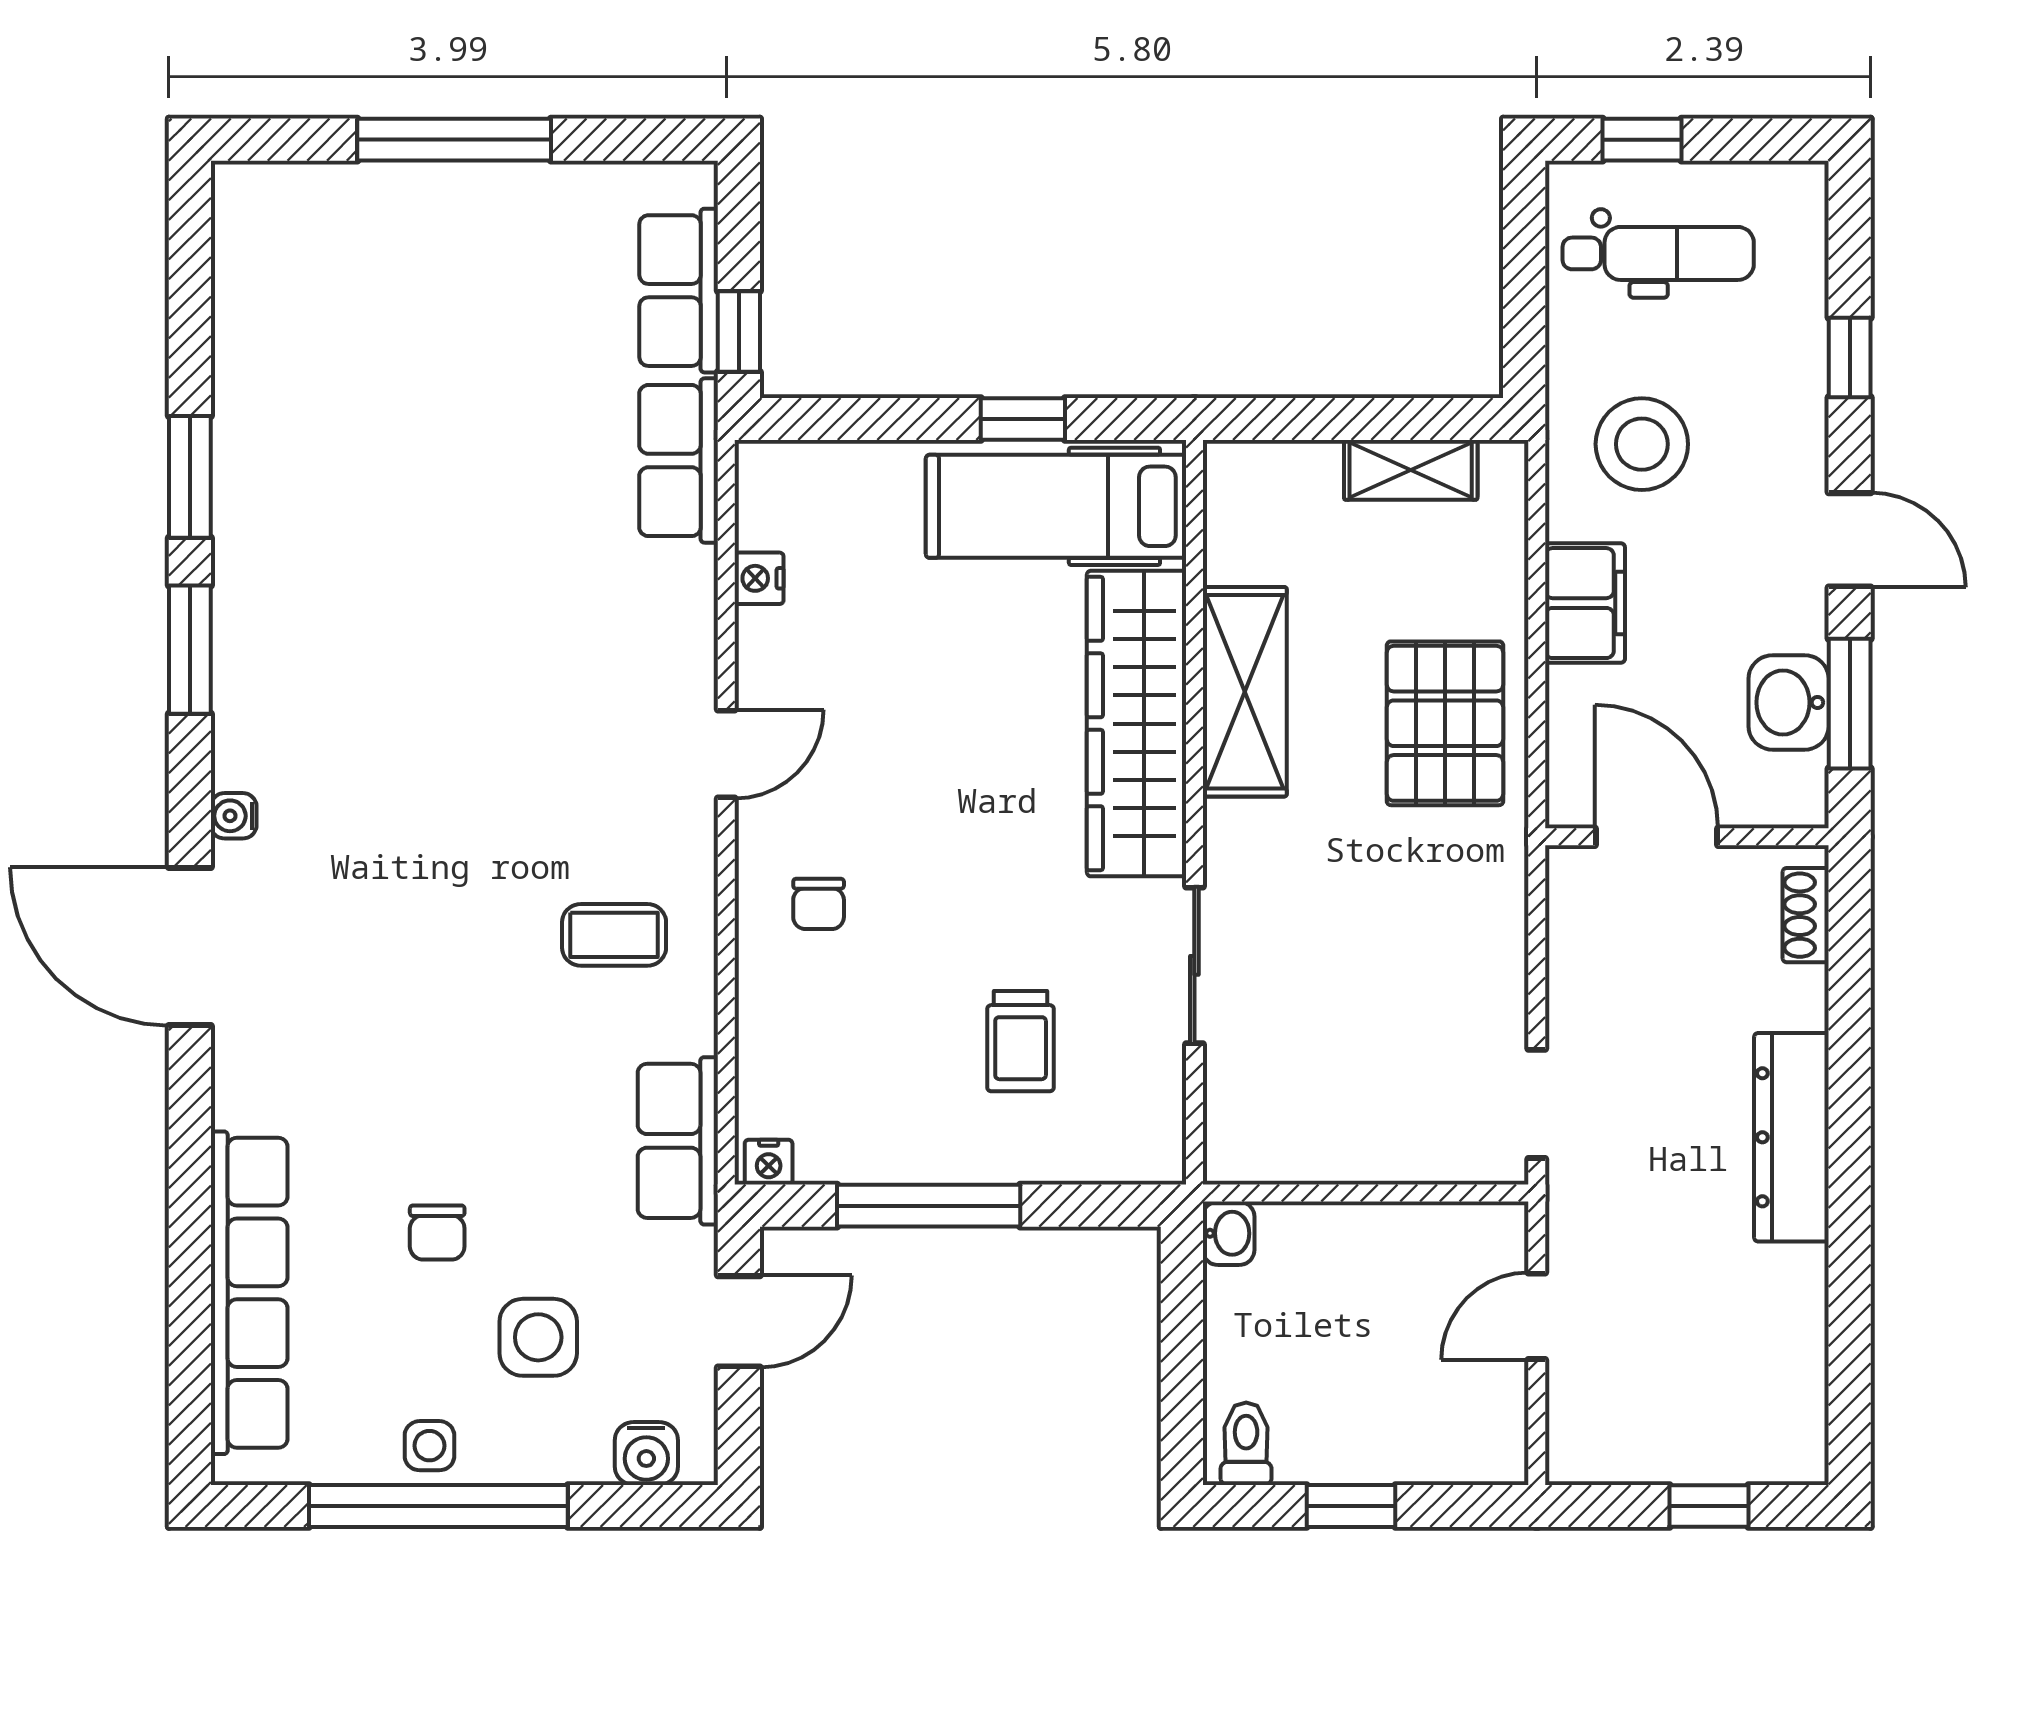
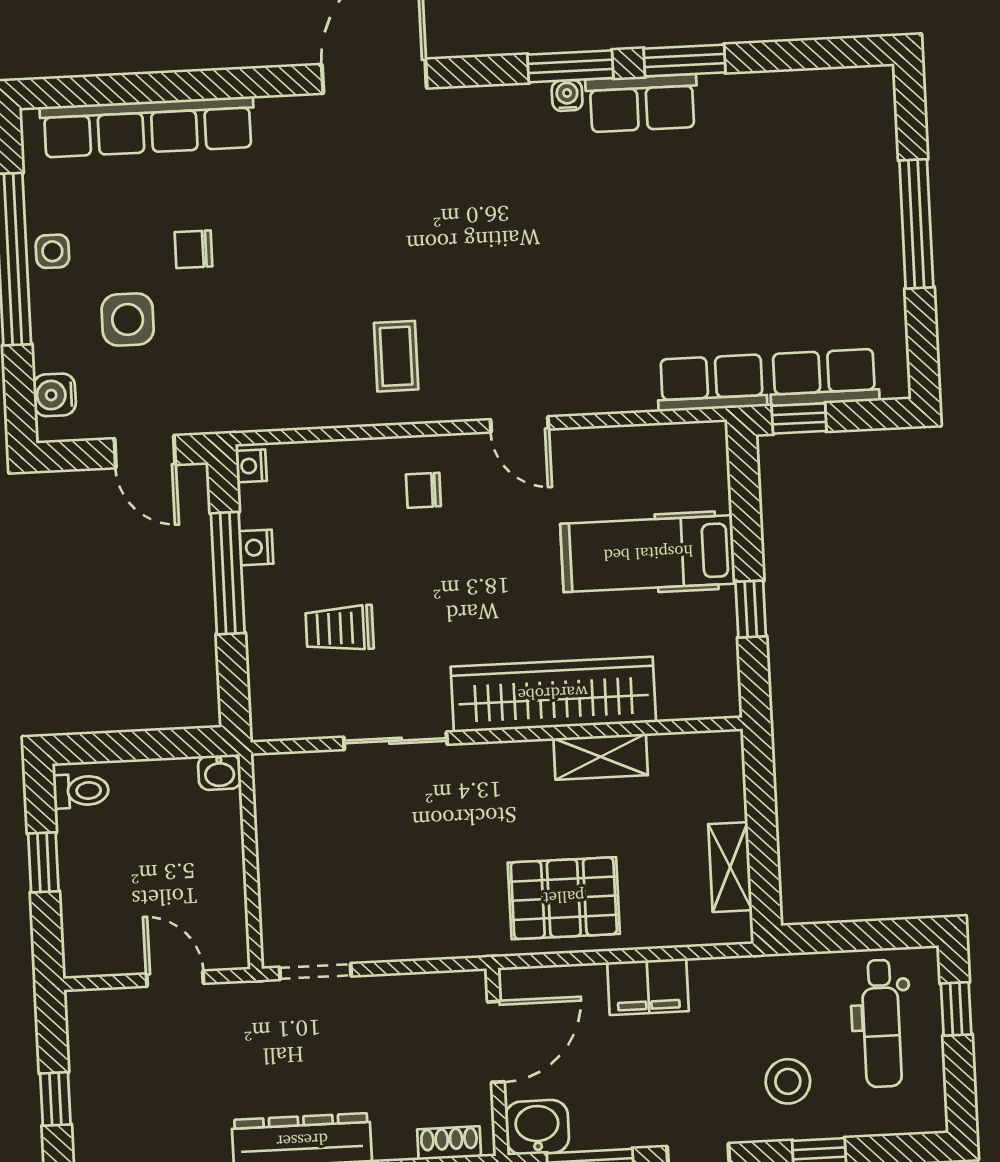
stool: (1642, 444) -> (788, 1081), moved, width x0.73, depth x0.73
hospital bed: (1056, 506) -> (648, 554), moved, turned -90
nightstand: (759, 578) -> (256, 547), moved, turned -90
shelving: (1245, 692) -> (601, 757), width x0.67, depth x0.75
washbasin: (1789, 702) -> (537, 1127), moved
water cooler: (234, 816) -> (567, 95), moved
row of seats: (678, 1141) -> (642, 103), moved, turned 180

